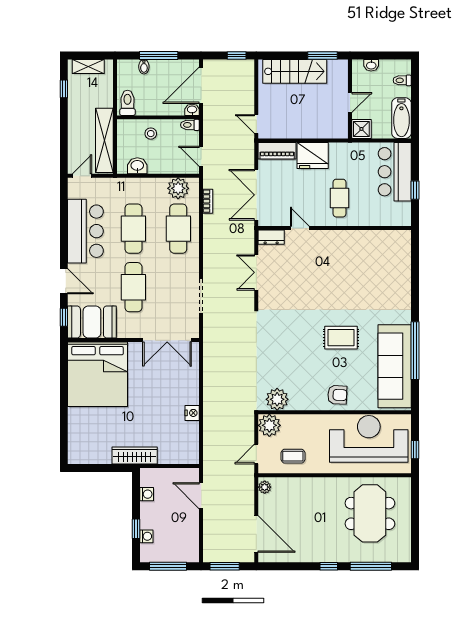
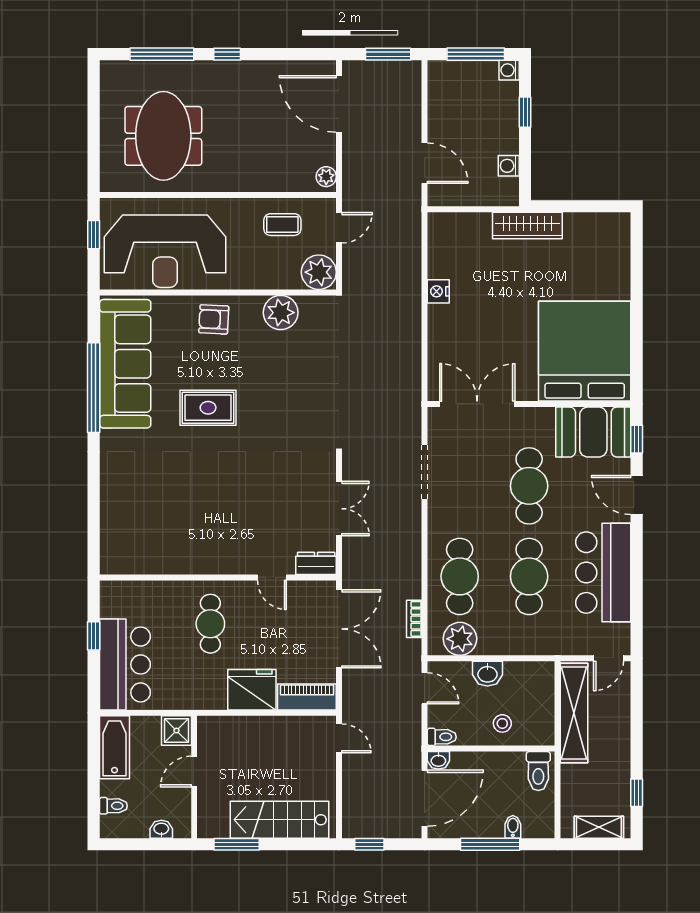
washbasin: (137, 166) -> (487, 674), moved
plant: (277, 399) -> (281, 313), moved
washing machine: (146, 536) -> (509, 70), moved

